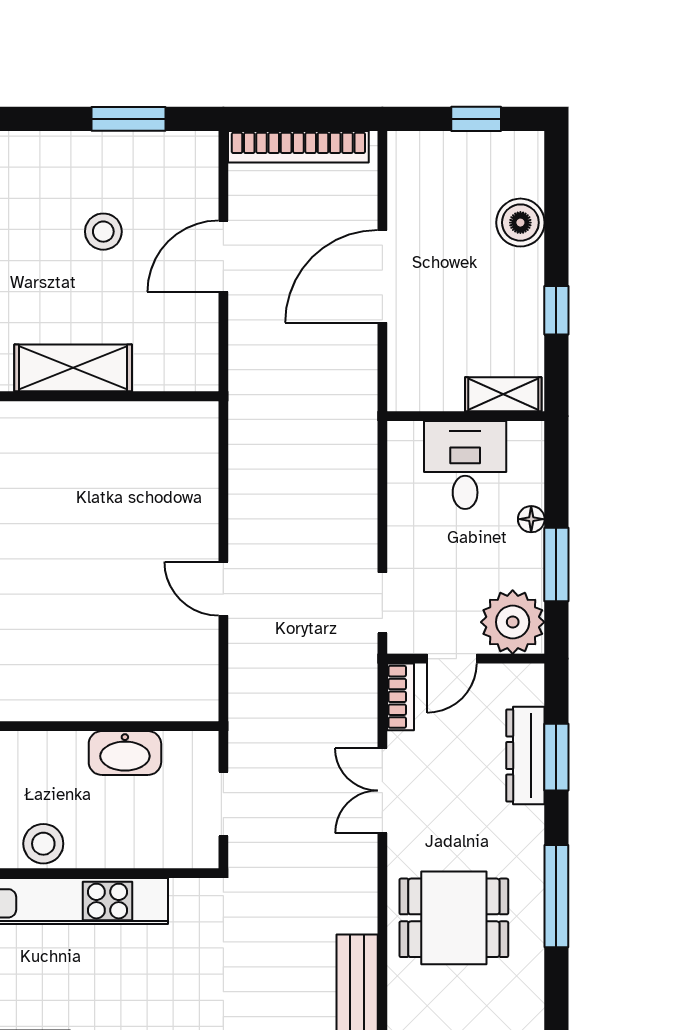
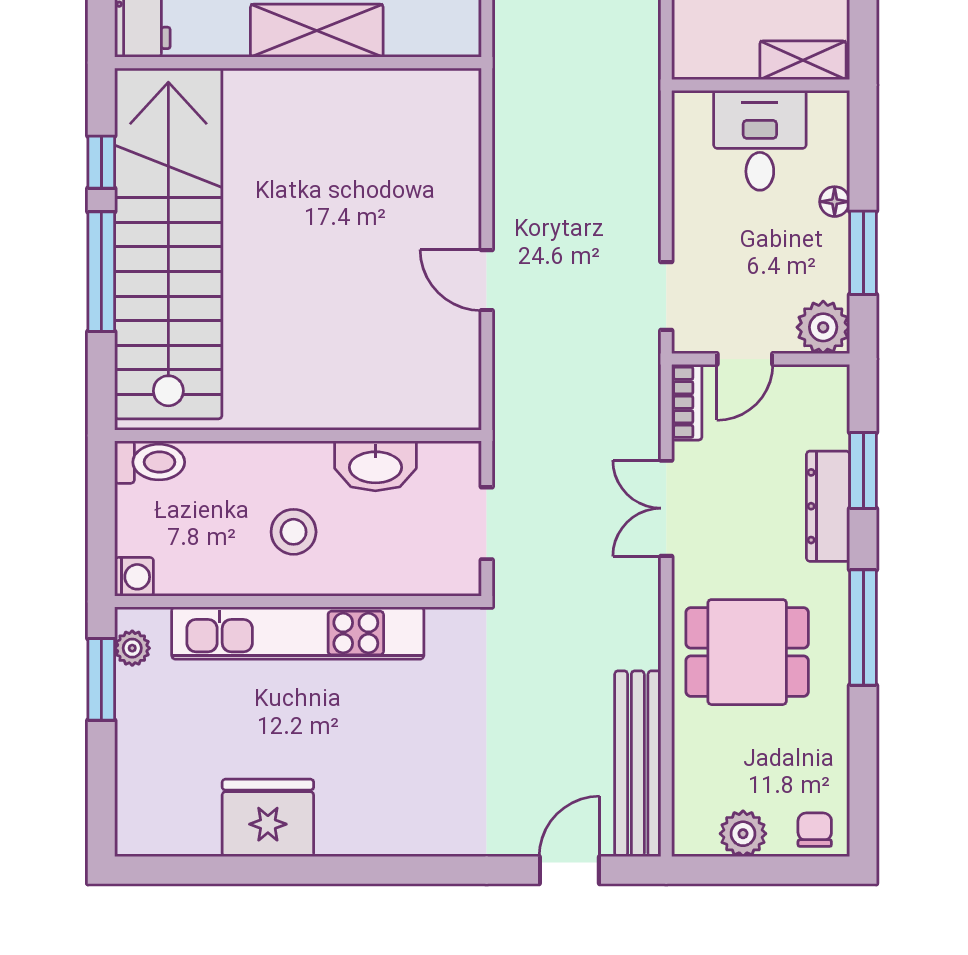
plant: (513, 622) -> (823, 327), width x0.73, depth x0.73
dresser: (525, 756) -> (828, 506), moved
stool: (43, 844) -> (294, 532), moved

